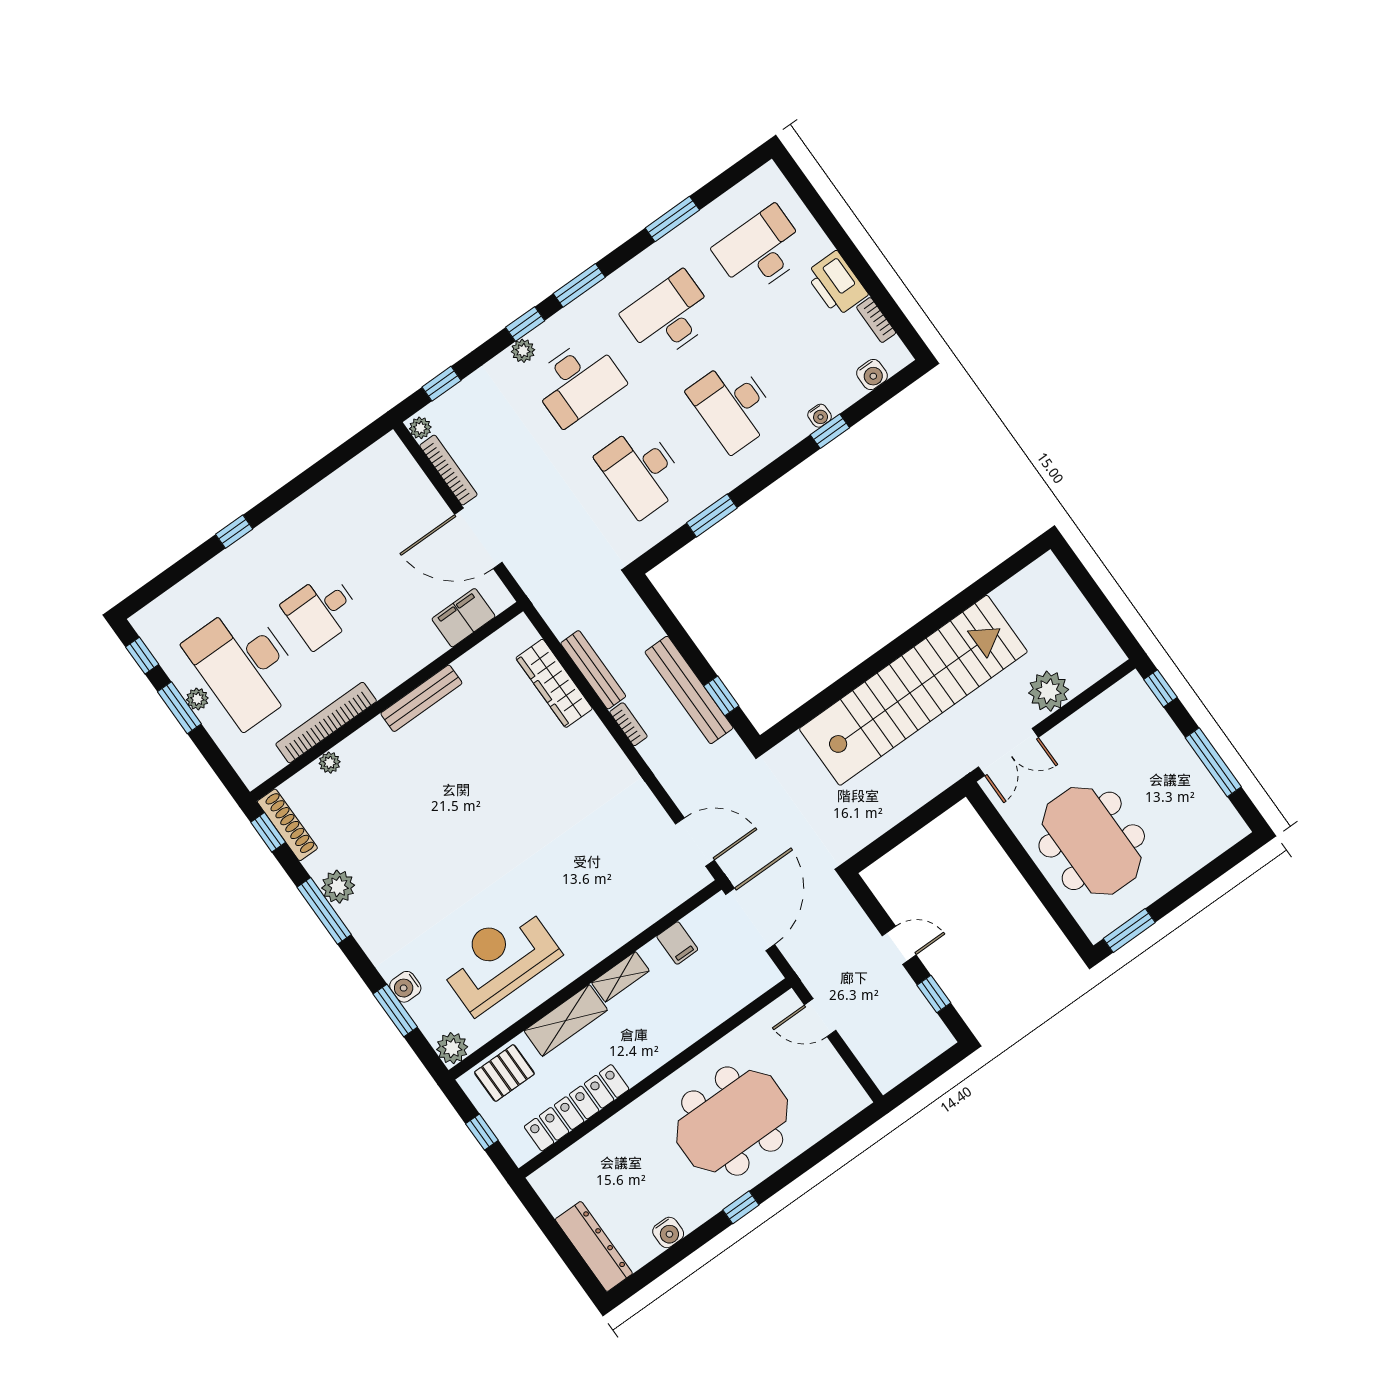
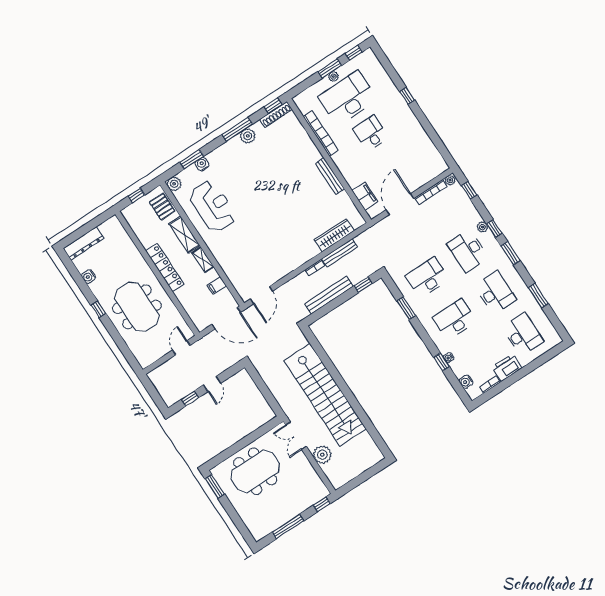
window: (721, 696) -> (363, 285), moved
plant: (330, 763) -> (303, 134), removed
locker: (577, 1108) -> (165, 268), moved

